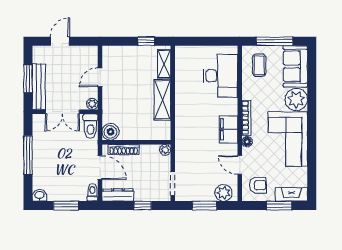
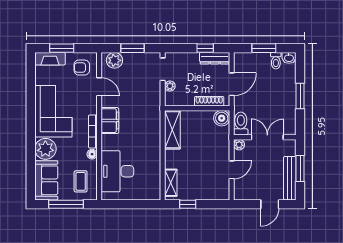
bench: (39, 87) -> (290, 178), moved
shelving: (162, 100) -> (172, 130), moved
floor lamp: (247, 142) -> (92, 154), moved
plant: (165, 150) -> (170, 86), moved
window: (28, 155) -> (300, 96), width x0.69
door: (100, 168) -> (232, 84), swing flipped
toilet: (92, 192) -> (276, 61), moved
window: (143, 206) -> (205, 48), moved

